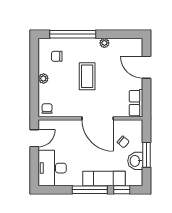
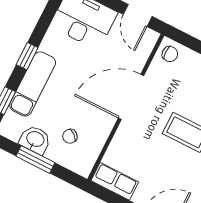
door: (98, 118) -> (131, 97), moved
window: (90, 190) -> (27, 56), width x0.46

